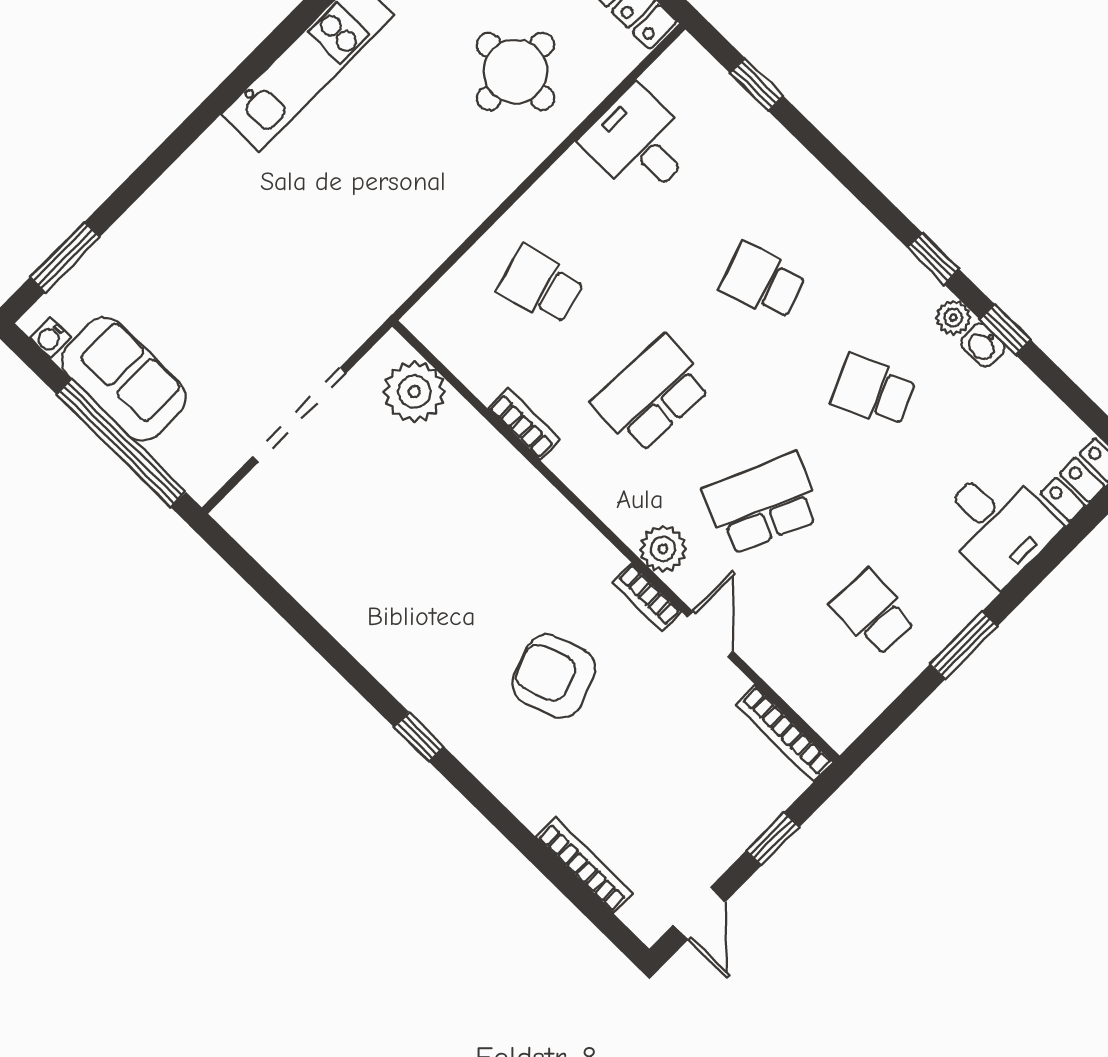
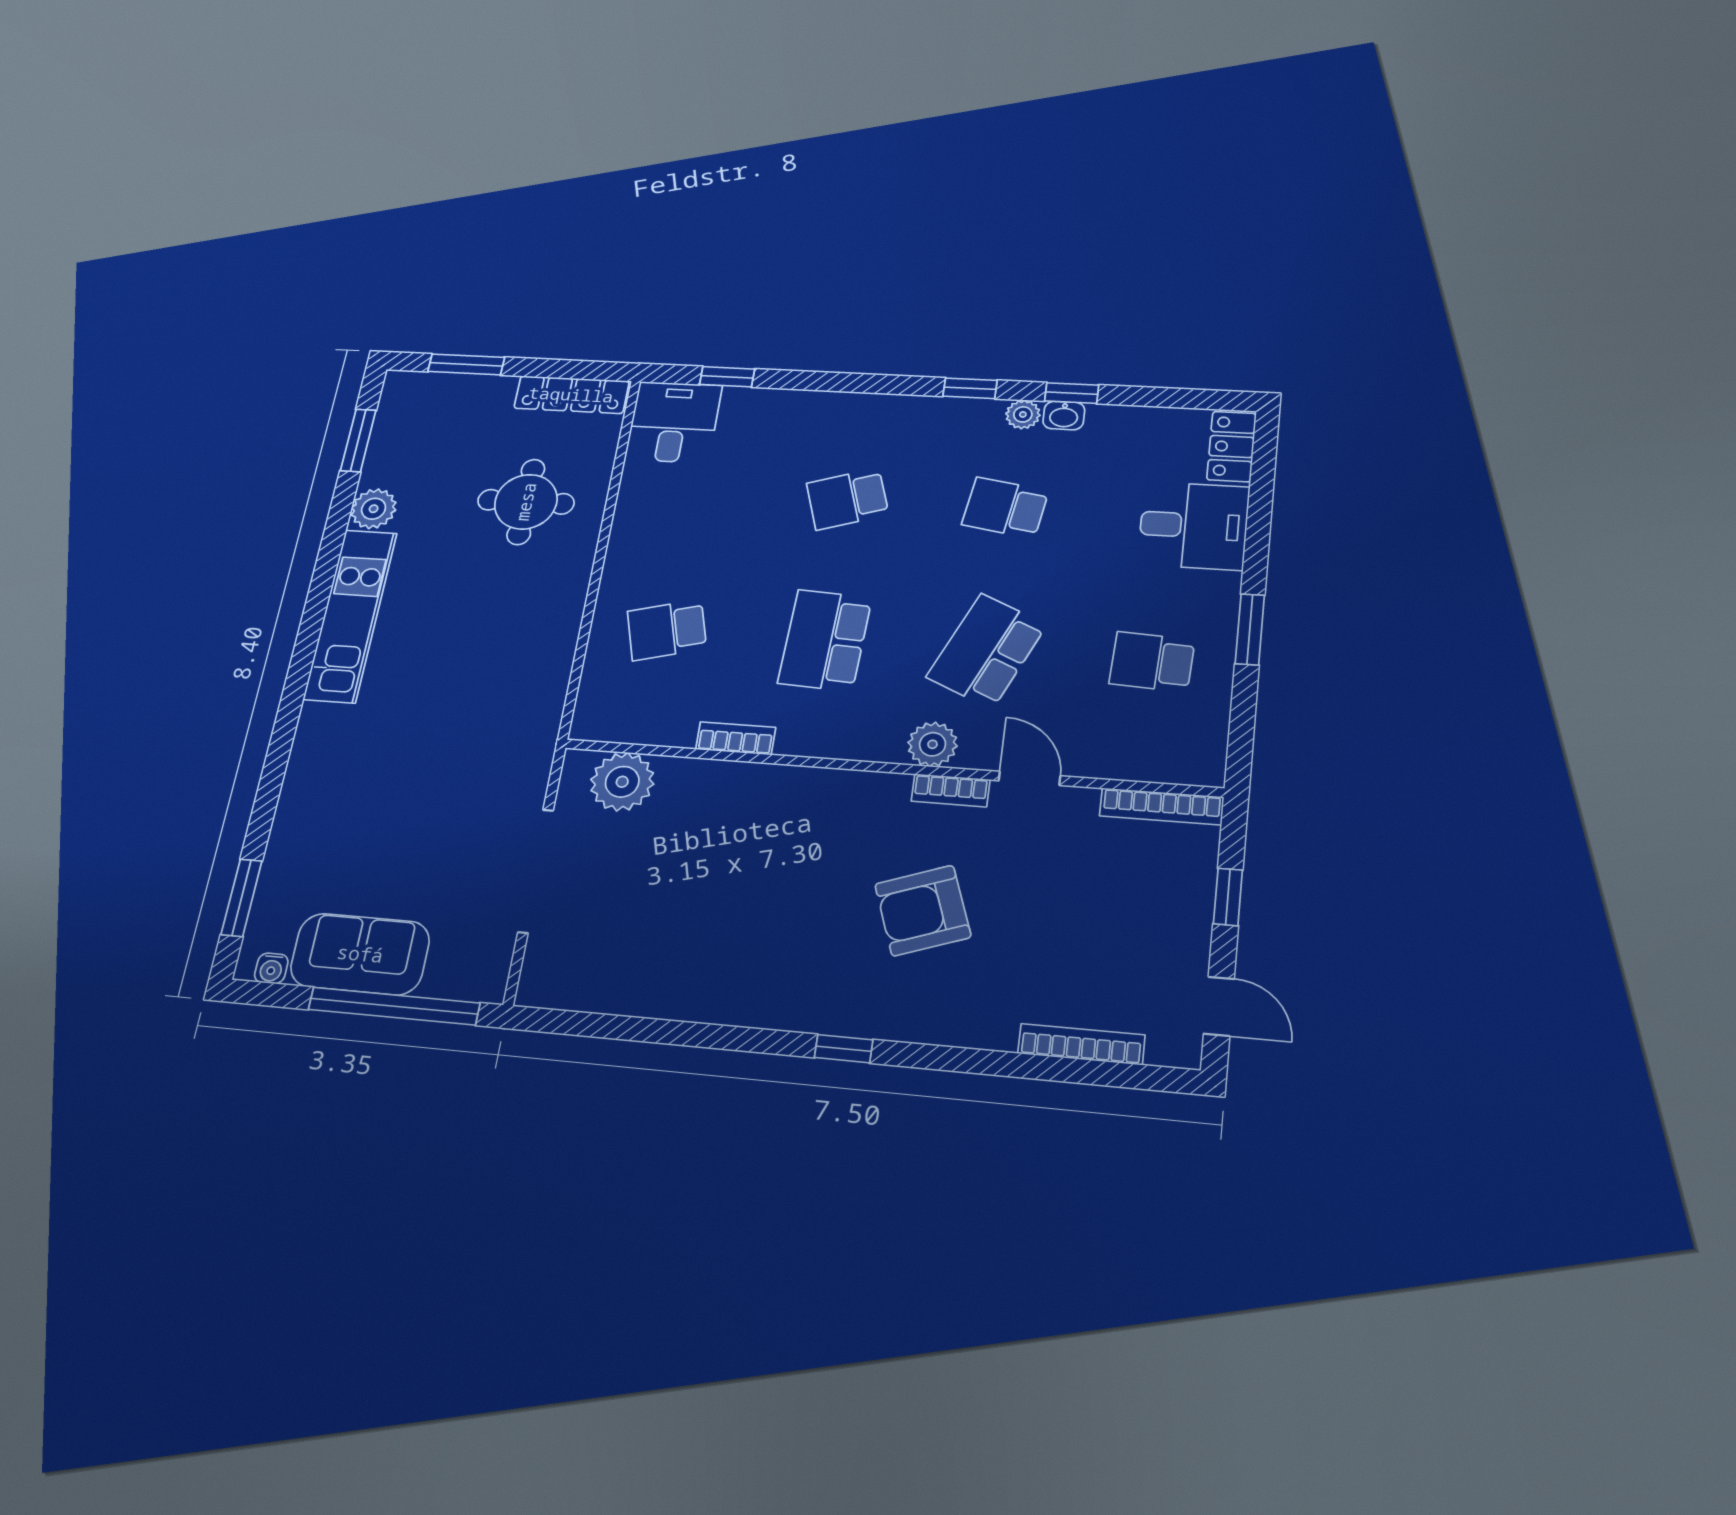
desk: (639, 143) -> (674, 422), moved, turned 90
school desk: (873, 391) -> (1005, 508), turned 33

